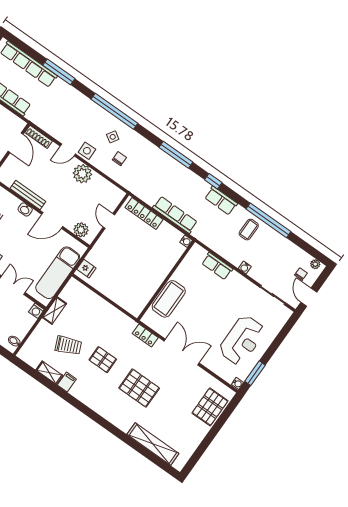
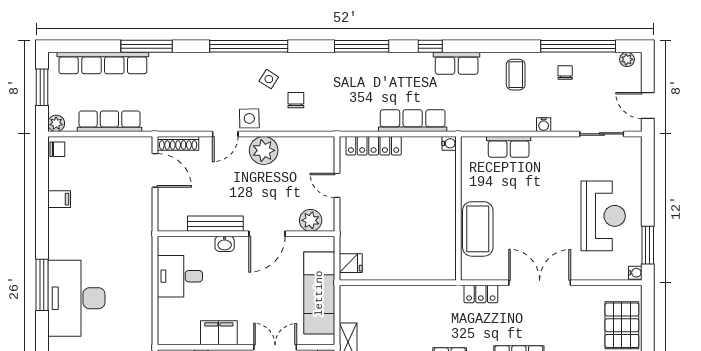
window: (268, 220) -> (578, 46), moved
chair: (301, 274) -> (565, 73), moved

